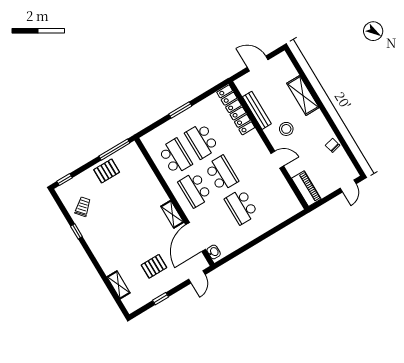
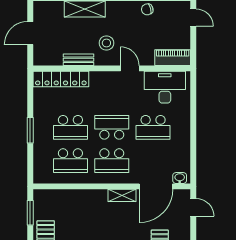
bench: (257, 110) -> (78, 60), width x0.73
window: (114, 150) -> (30, 213), width x0.69
school desk: (175, 157) -> (70, 161), turned 180
door: (277, 160) -> (130, 68), hinge flipped
desk: (279, 197) -> (165, 87), added
door: (196, 237) -> (156, 186), hinge flipped

